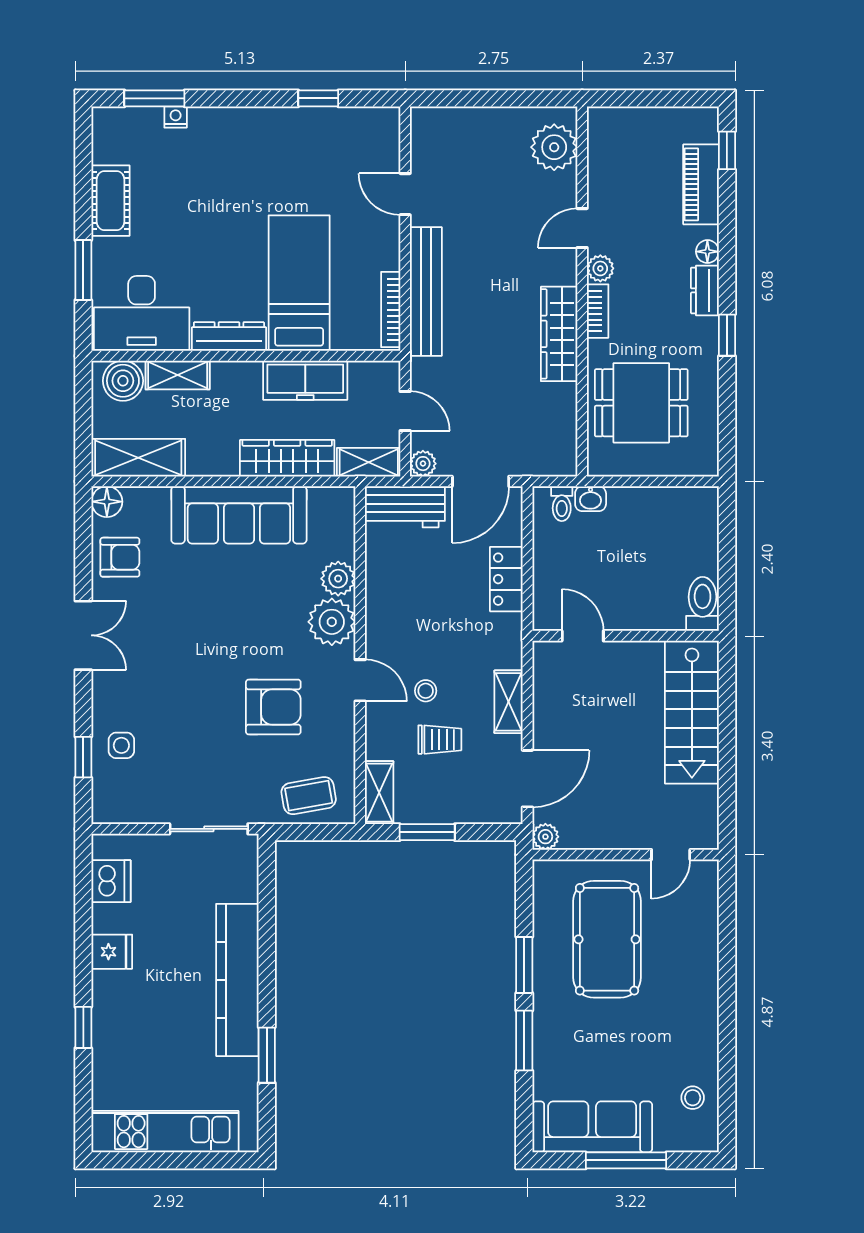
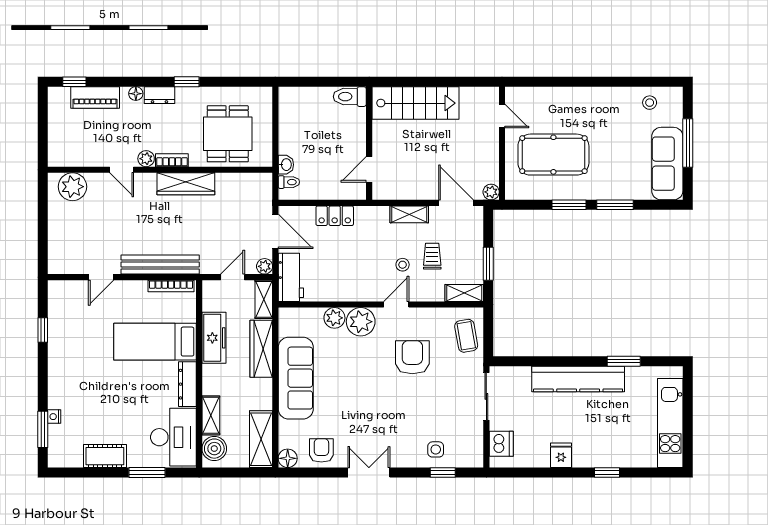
dishwasher: (111, 881) -> (501, 444), moved, turned 90

